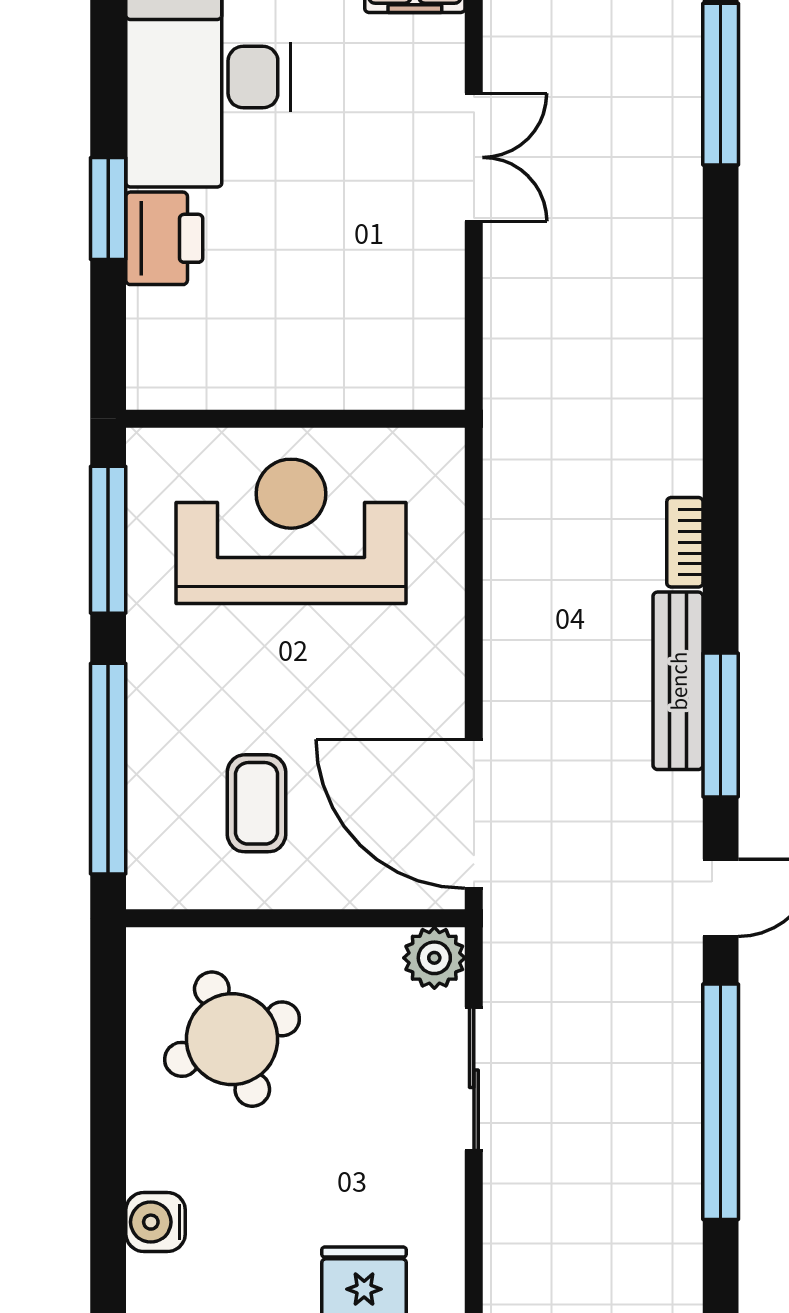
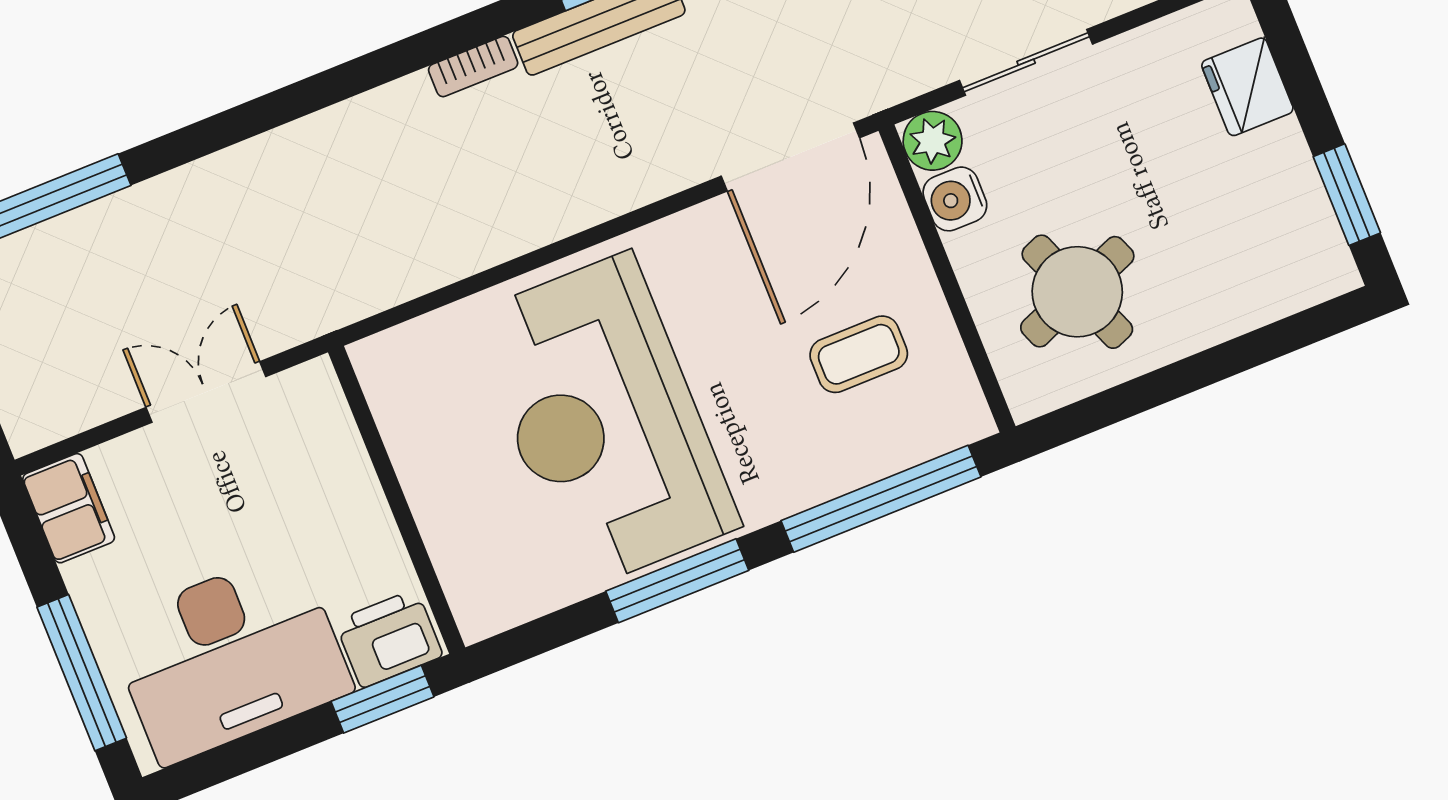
wall: (295, 419) -> (397, 500), moved
reception desk: (291, 531) -> (604, 421), width x1.36, depth x1.30
water cooler: (156, 1222) -> (955, 199), moved, turned 90

